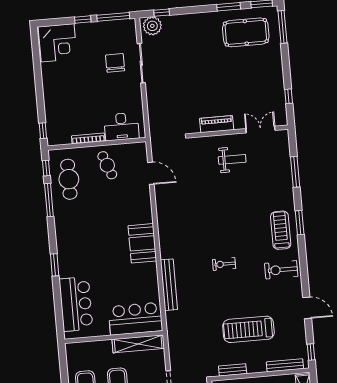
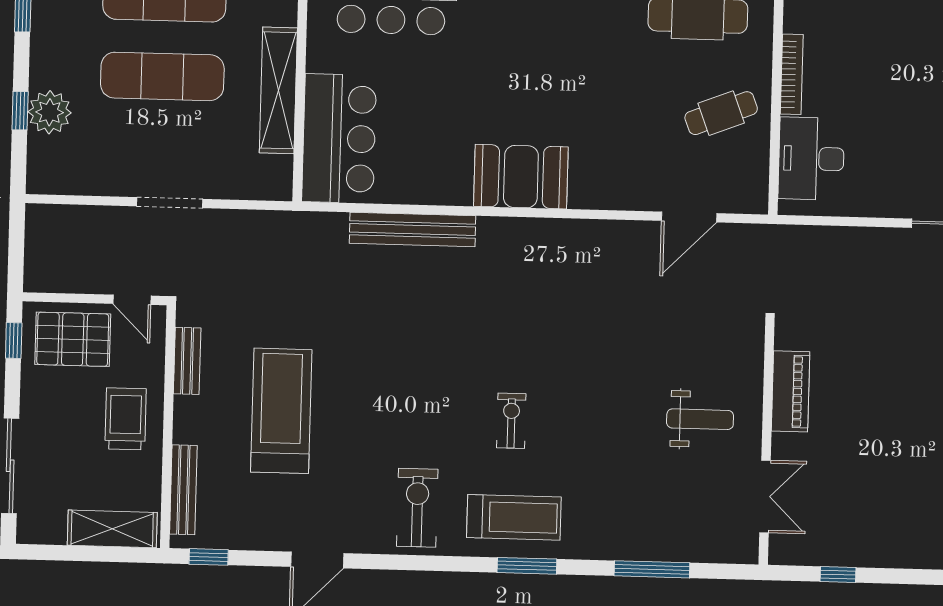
weight bench: (232, 159) -> (700, 419), turned -90
exercise bike: (224, 264) -> (511, 421), moved
shelving: (138, 344) -> (278, 90), moved

